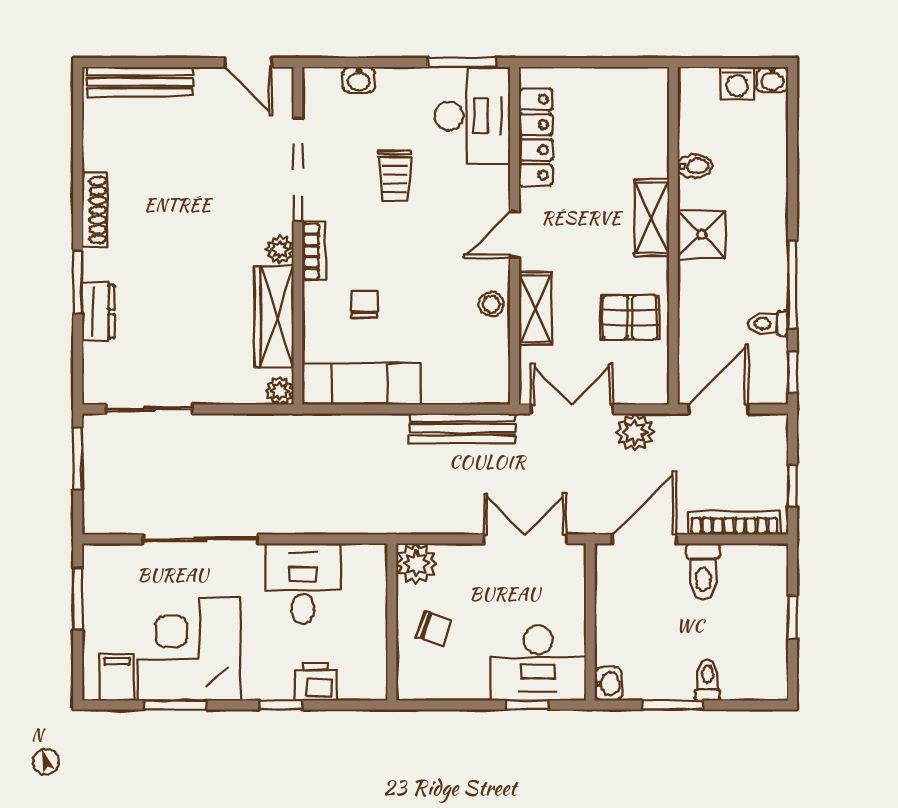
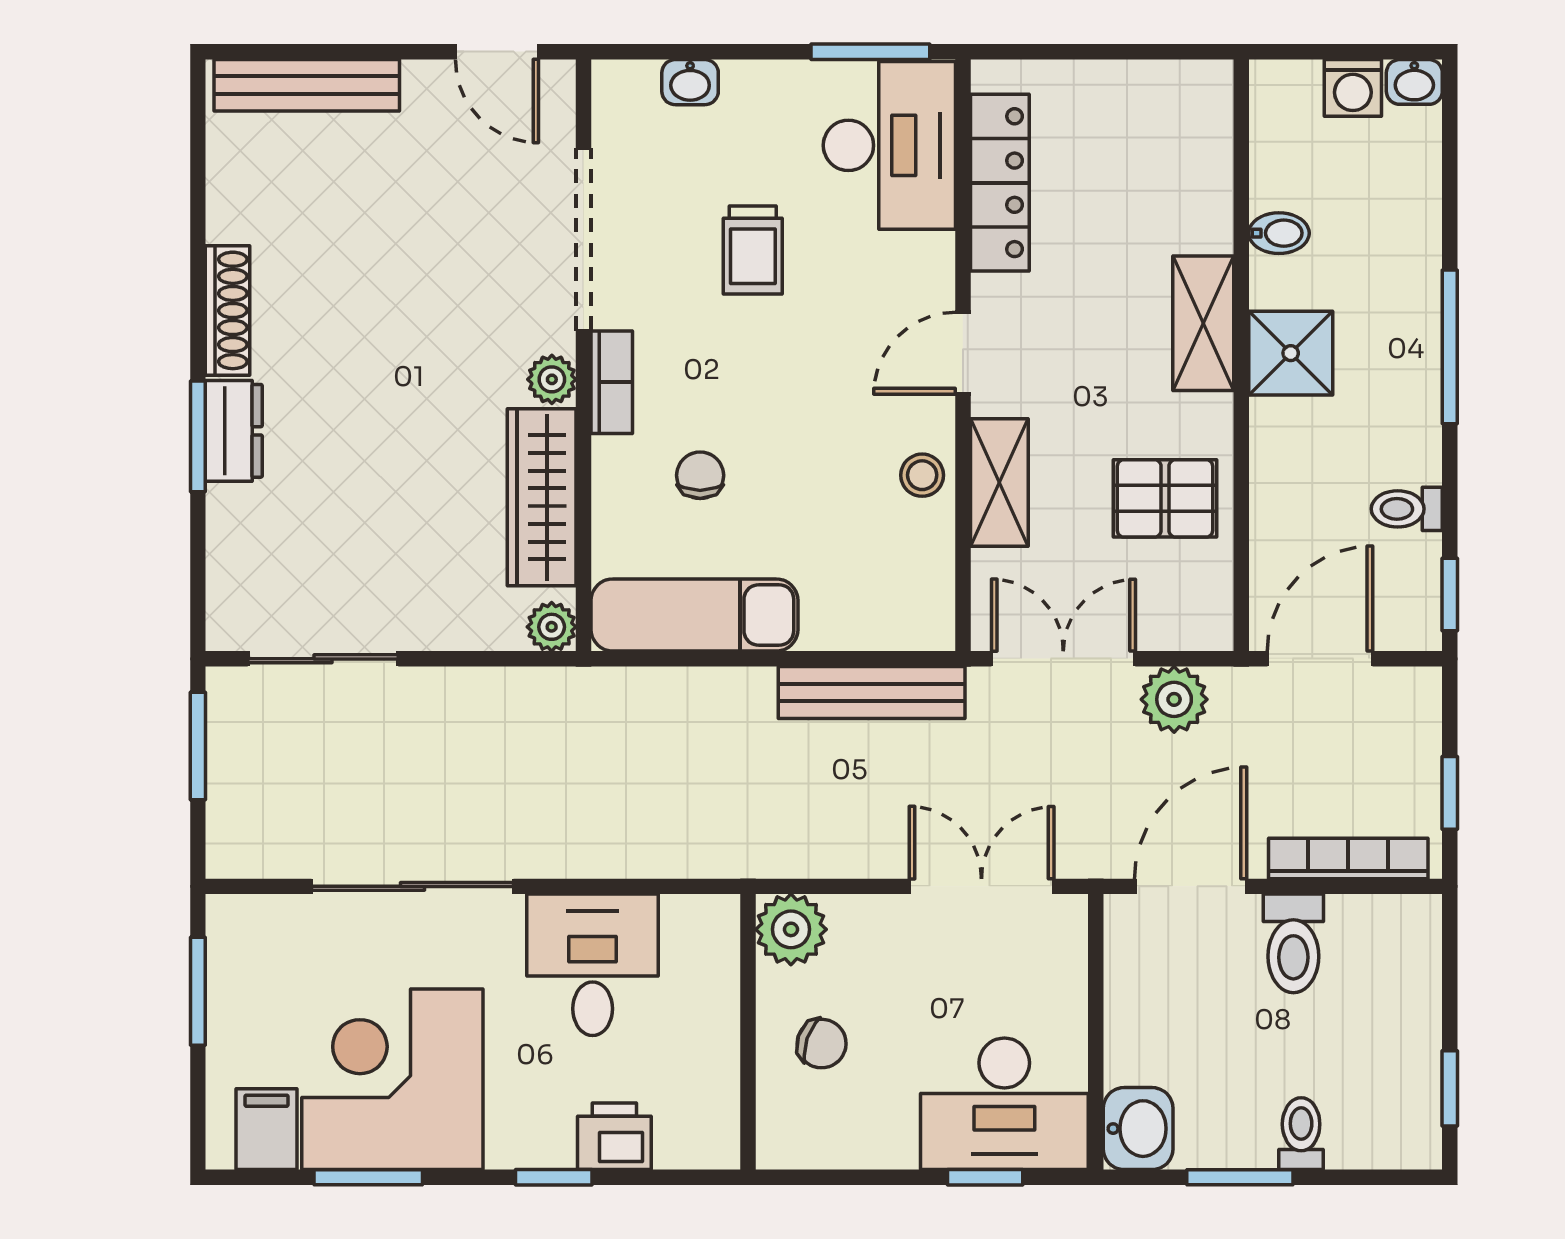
window: (792, 285) -> (1450, 347), moved
dresser: (98, 312) -> (234, 431), moved
window: (792, 617) -> (1450, 1088), moved
washbasin: (608, 684) -> (1138, 1129), width x1.38, depth x1.45

